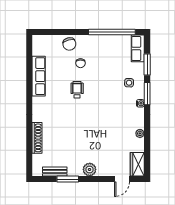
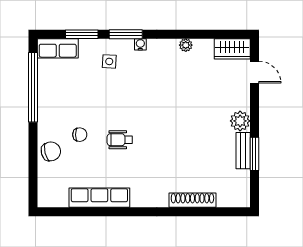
bench: (55, 172) -> (243, 151), moved

